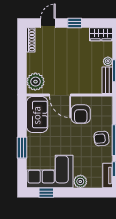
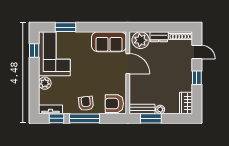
dresser: (32, 62) -> (159, 37), added
door: (60, 95) -> (128, 64), swing flipped
armchair: (81, 114) -> (114, 104), moved
window: (22, 148) -> (65, 27), moved

